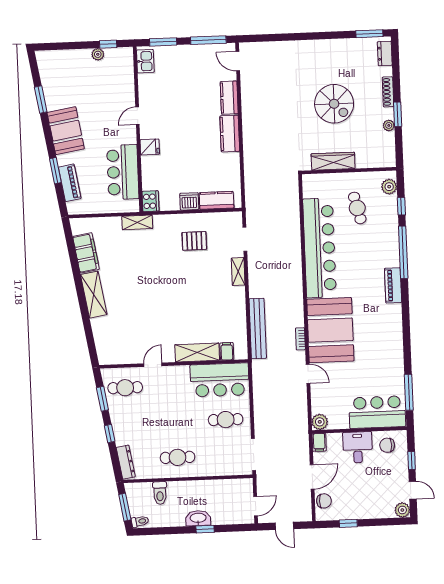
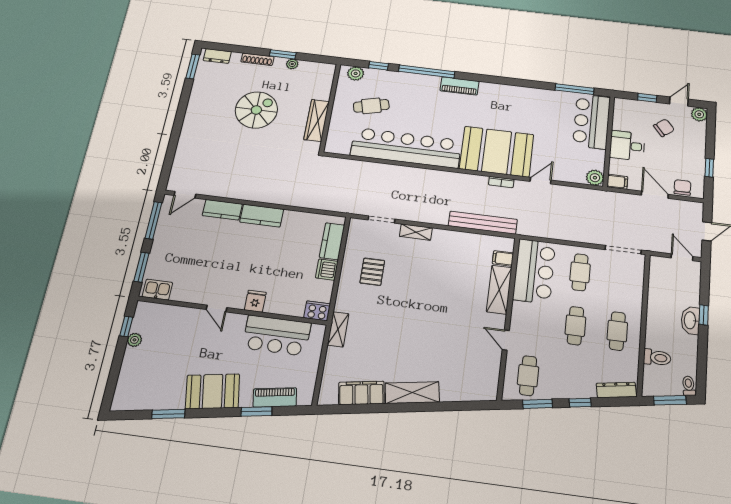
cafe table: (176, 422) -> (575, 326), added
chair: (387, 445) -> (664, 128), moved, turned -129

